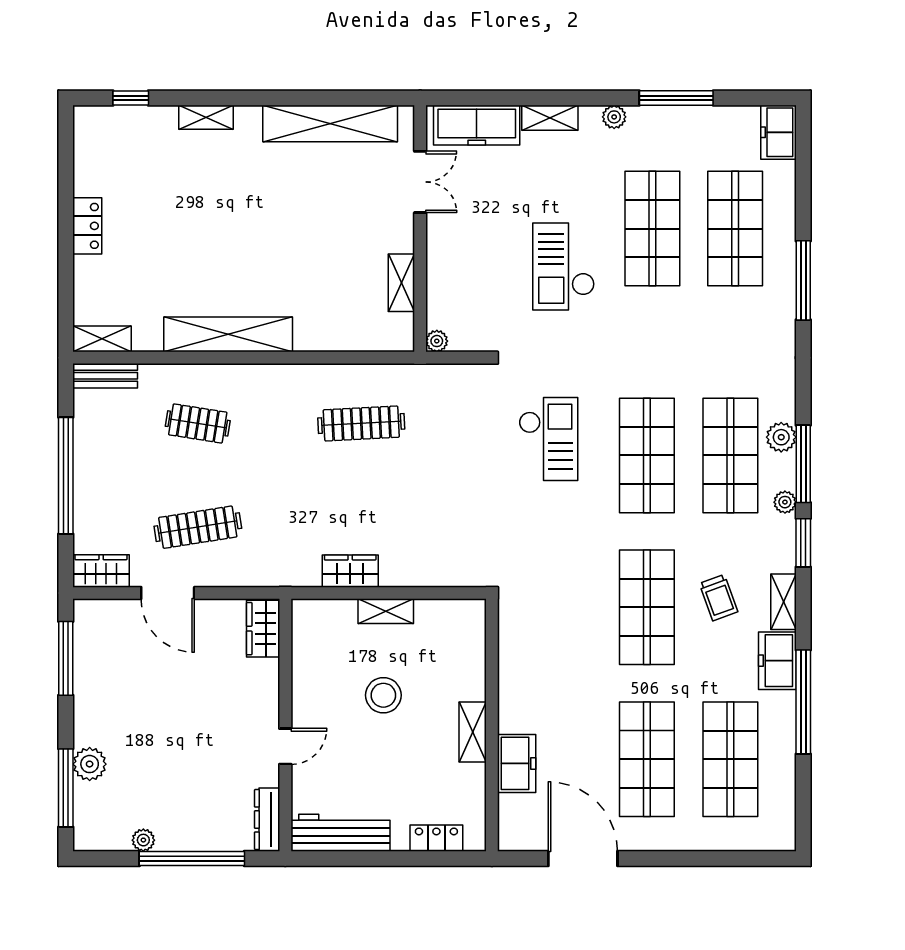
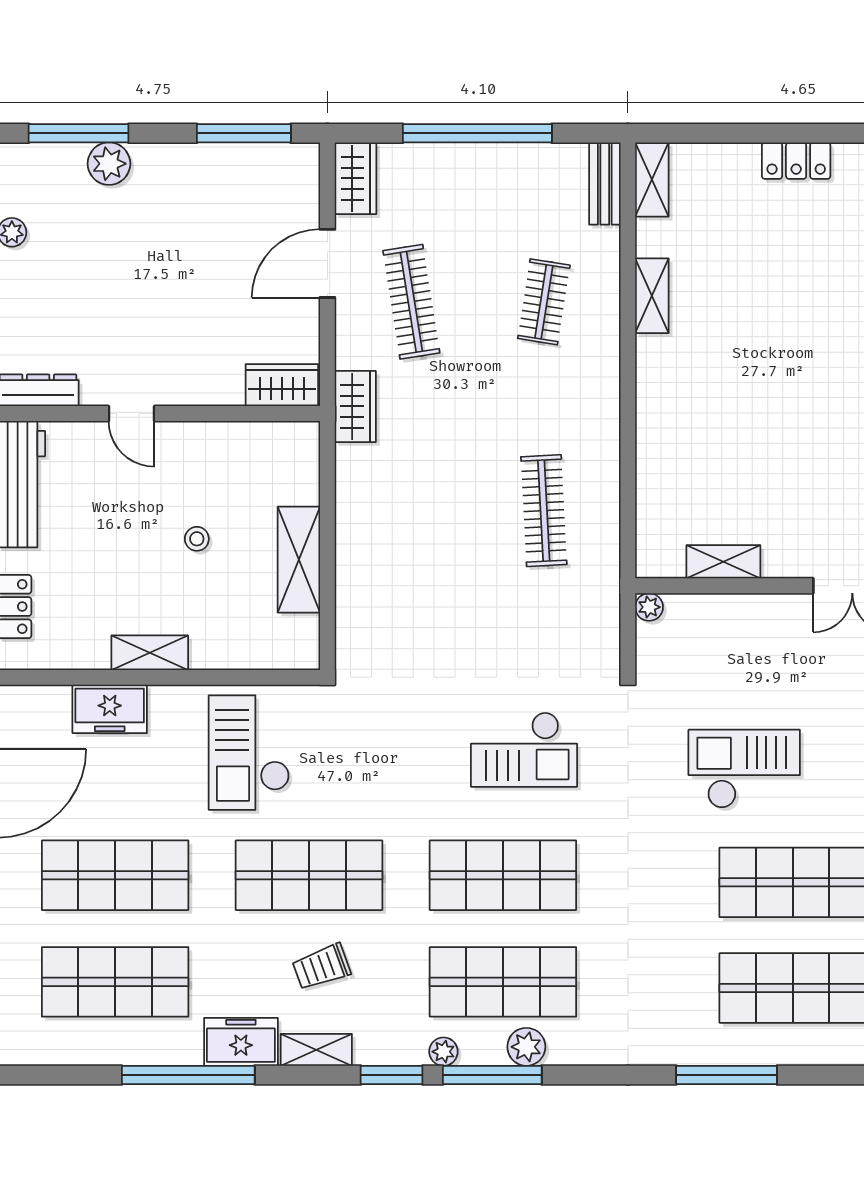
shelving: (228, 334) -> (652, 296), width x0.45, depth x0.75
wardrobe: (350, 571) -> (355, 406), moved
shelving: (386, 611) -> (299, 560), width x1.50, depth x1.33
checkout: (551, 654) -> (249, 753), added
stool: (383, 695) -> (197, 539), width x0.53, depth x0.53

